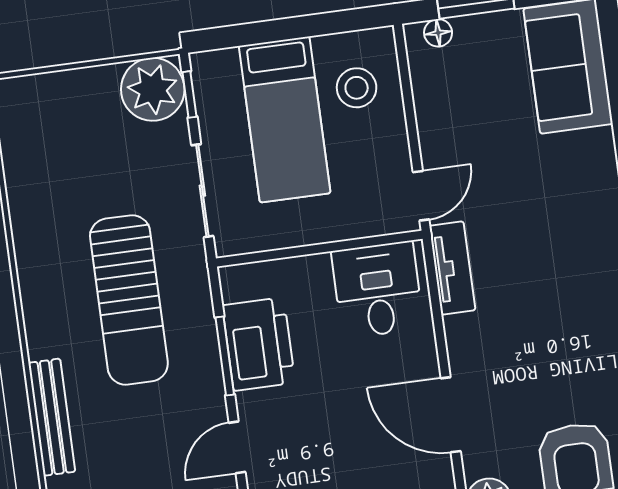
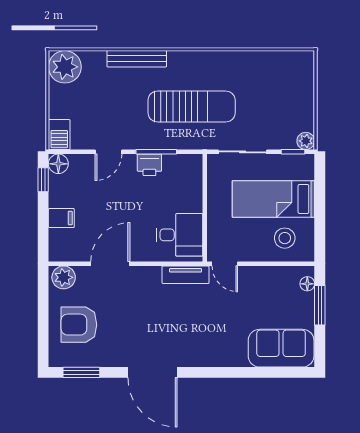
plant: (153, 89) -> (306, 141), width x0.53, depth x0.53
sun lounger: (129, 300) -> (192, 106), turned 180
printer: (259, 344) -> (149, 165), width x0.53, depth x0.68
door: (237, 447) -> (108, 152), swing flipped

